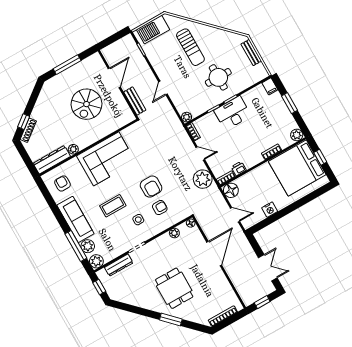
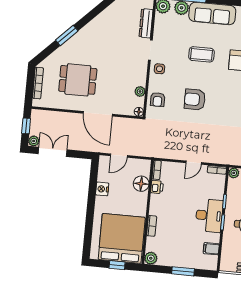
filing cabinet: (270, 86) -> (211, 249), moved
plant: (203, 179) -> (34, 141), moved, width x0.53, depth x0.53
floor lamp: (231, 190) -> (141, 184), moved
coffee table: (113, 206) -> (201, 54), turned 90
armchair: (160, 208) -> (158, 99), moved
side table: (138, 220) -> (159, 69), moved
double door: (268, 268) -> (53, 152), swing flipped
dining table: (174, 288) -> (78, 80), moved

